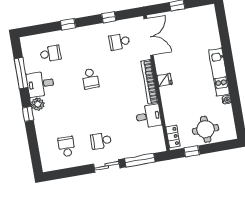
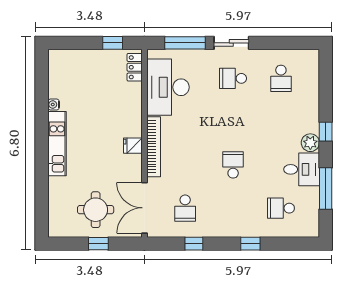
school desk: (119, 42) -> (185, 208), turned 90
desk: (149, 116) -> (168, 87), width x1.87, depth x1.30
round table: (206, 129) -> (96, 210), moved
school desk: (101, 141) -> (233, 78), turned 180

